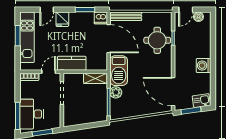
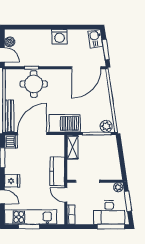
plant: (116, 92) -> (106, 126), moved
plant: (56, 123) -> (118, 187), added

